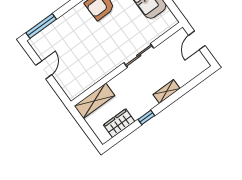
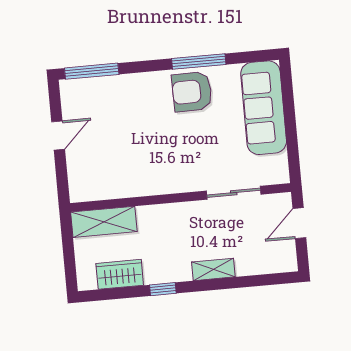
sliding door: (139, 55) -> (234, 193), moved

